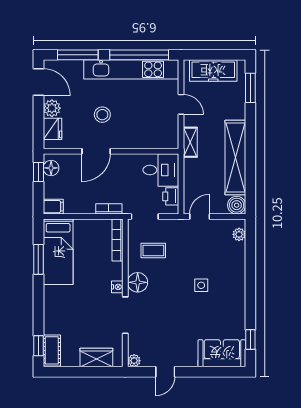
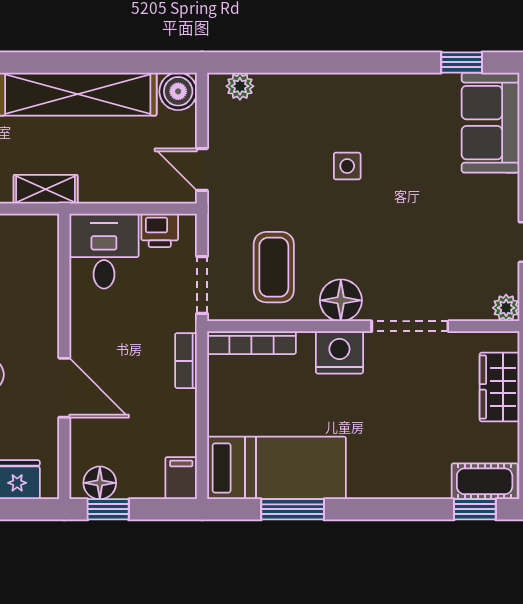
coffee table: (153, 250) -> (274, 267), width x1.36, depth x1.30
nightstand: (117, 287) -> (339, 352), width x1.89, depth x1.79

